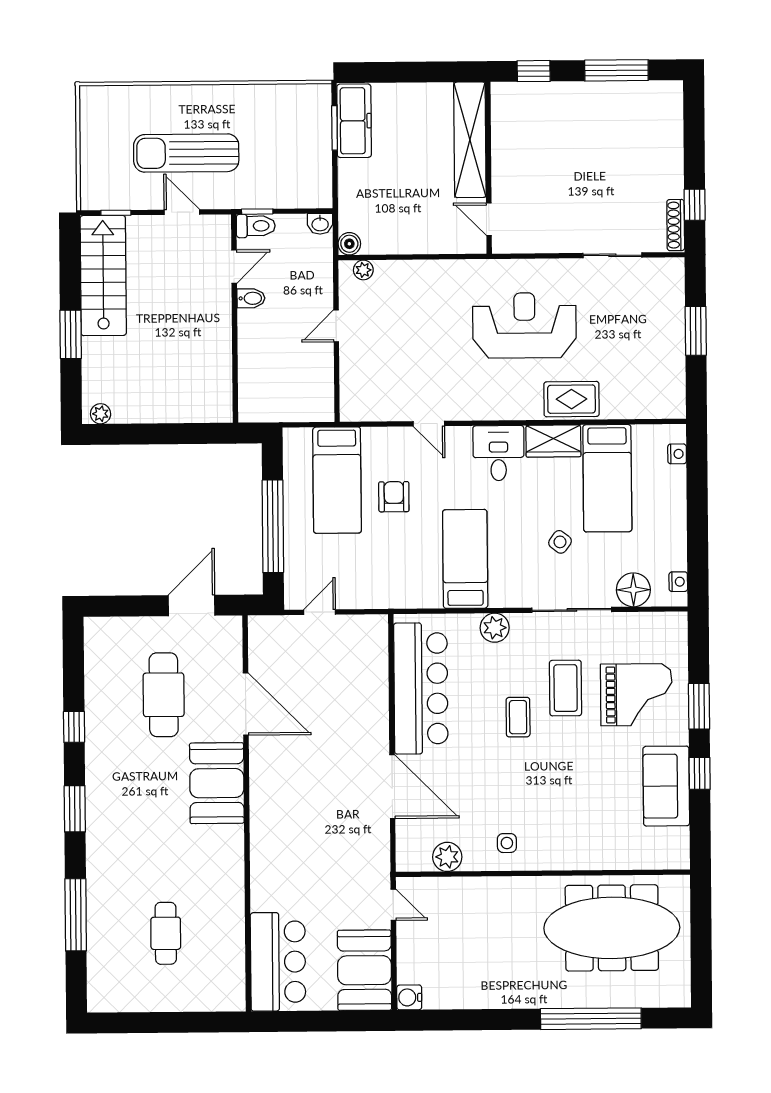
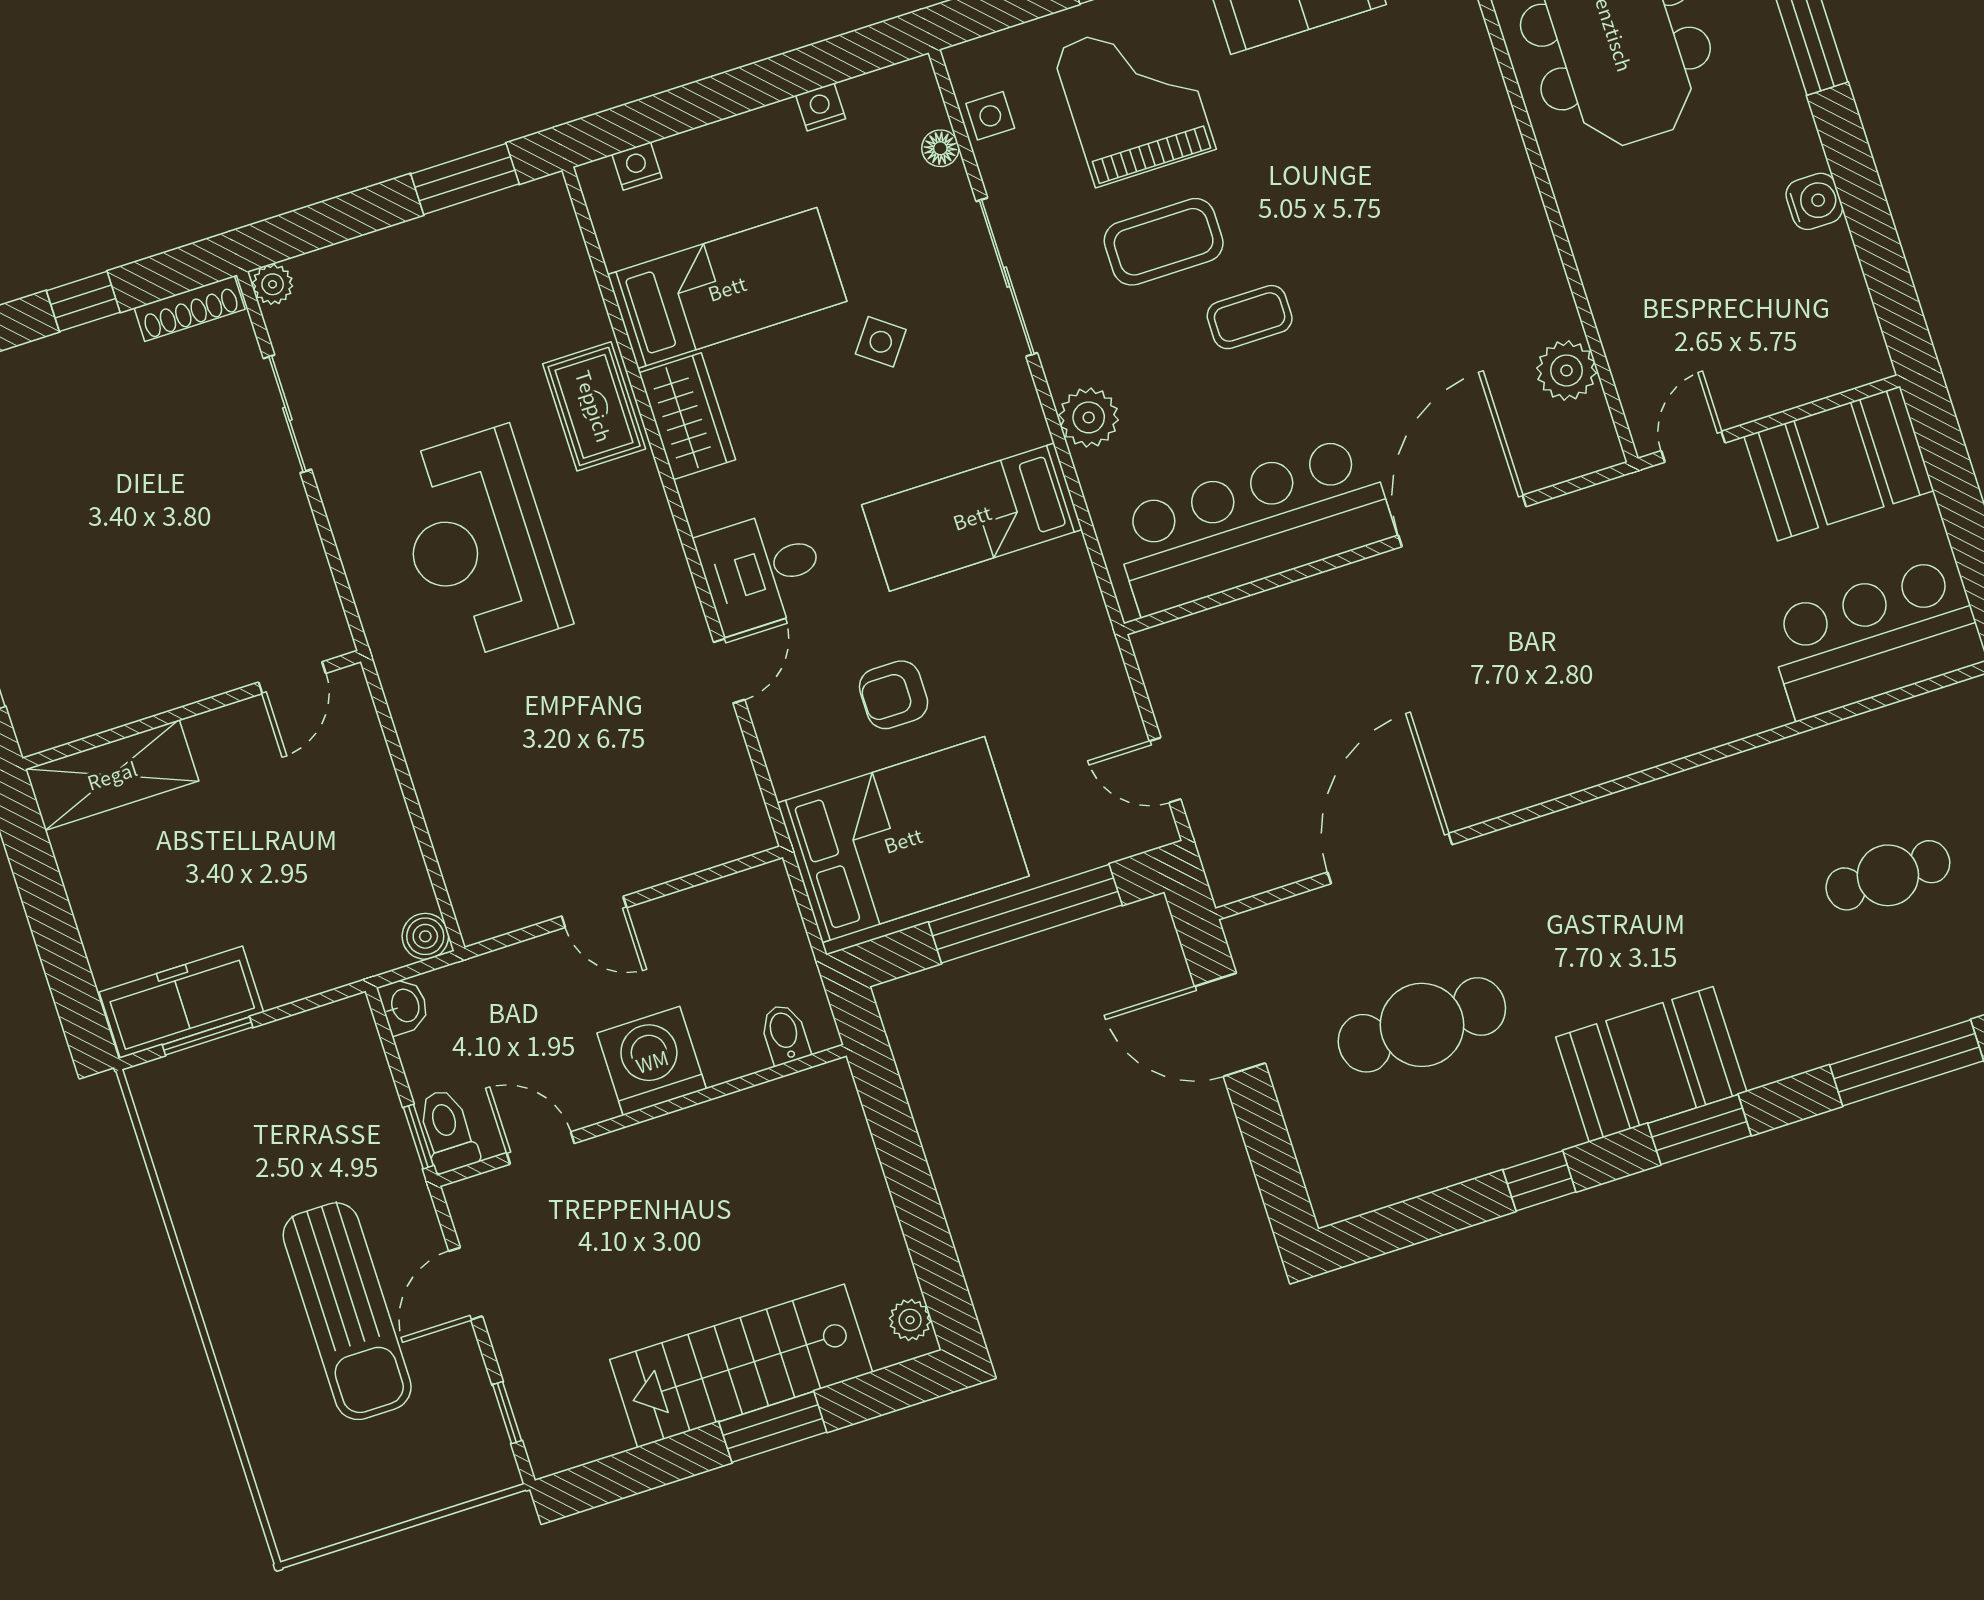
shelving: (470, 140) -> (112, 775), width x0.68
window: (695, 205) -> (83, 301), moved
plant: (363, 270) -> (273, 284), moved
stairs: (103, 276) -> (741, 1366), moved
bidet: (251, 298) -> (785, 1034), moved
washing machine: (259, 331) -> (652, 1061), added
window: (696, 331) -> (465, 179), moved
desk: (498, 453) -> (762, 571), moved
bed: (337, 480) -> (903, 840), width x1.50
nightstand: (678, 582) -> (821, 107), moved
floor lamp: (633, 590) -> (940, 148), width x0.53, depth x0.53
booth: (217, 783) -> (1651, 1064), moved
side table: (507, 843) -> (990, 116), moved
water cooler: (409, 997) -> (1814, 201), moved, turned -90

